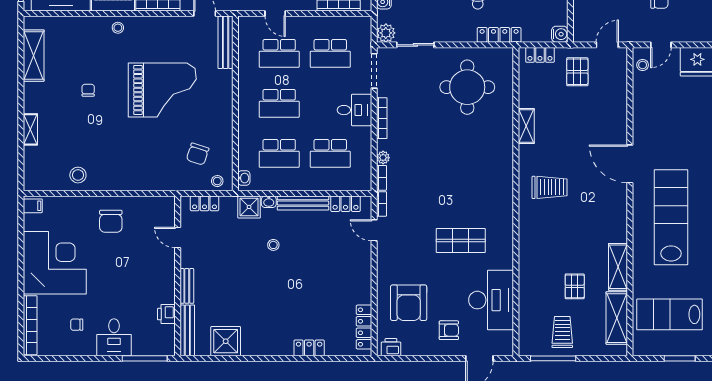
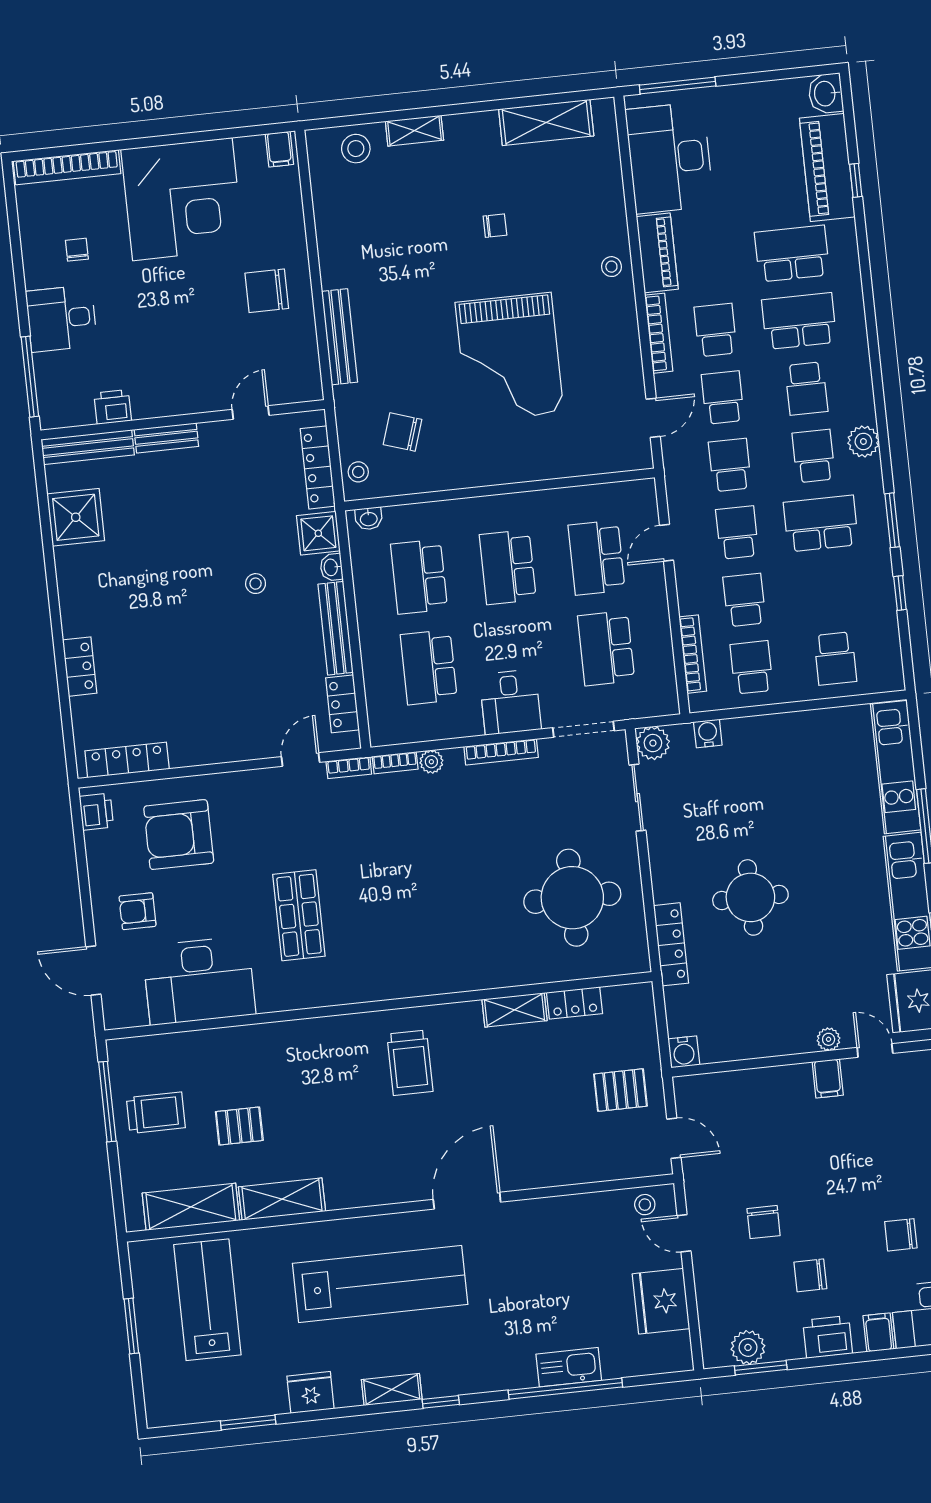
bench: (226, 42) -> (339, 337), moved, turned 90
locker: (540, 55) -> (575, 1003), moved, turned -90
stool: (78, 175) -> (356, 149), moved
locker: (204, 203) -> (318, 467), width x1.53
armchair: (449, 330) -> (138, 911), turned 90

